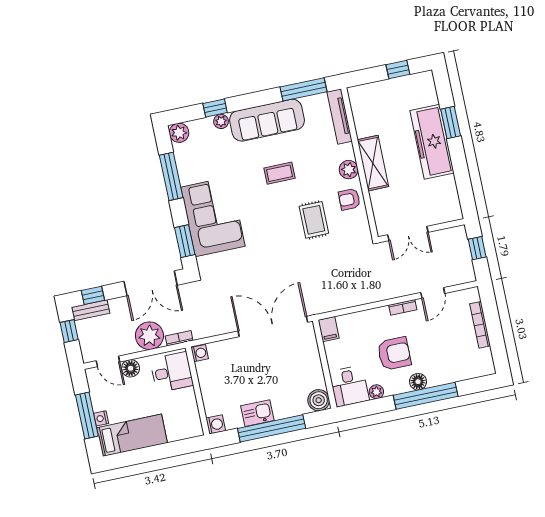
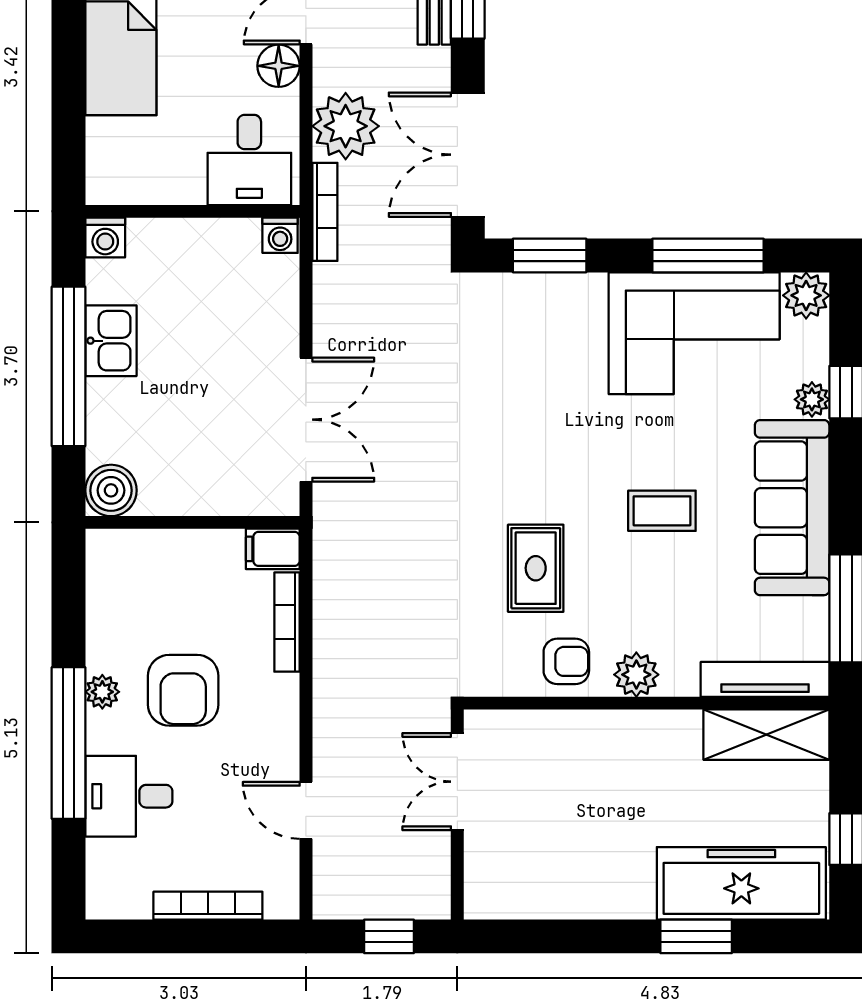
freezer: (432, 142) -> (741, 883), moved
shelving: (373, 163) -> (766, 735), moved
coffee table: (279, 173) -> (662, 511), turned 90
armchair: (349, 199) -> (566, 661), turned 90
corner sofa: (213, 217) -> (694, 333), moved
rug: (314, 220) -> (536, 568), turned 90
bookcase: (403, 307) -> (287, 622), moved, width x1.56
double door: (273, 327) -> (306, 420), width x0.73
bookcase: (179, 338) -> (325, 212), width x1.56
floor lamp: (418, 382) -> (105, 732), removed
desk: (349, 386) -> (129, 796), moved
plant: (376, 392) -> (102, 692), moved

